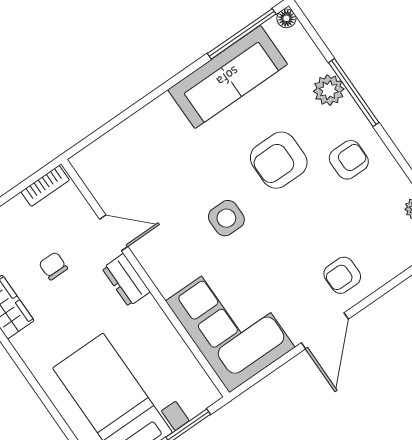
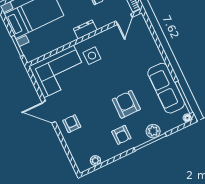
side table: (226, 218) -> (92, 56), moved
door: (114, 233) -> (124, 19), moved

